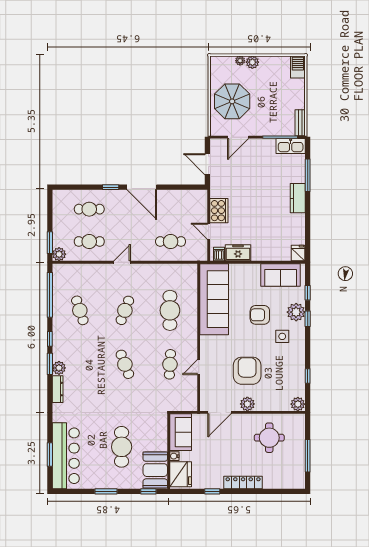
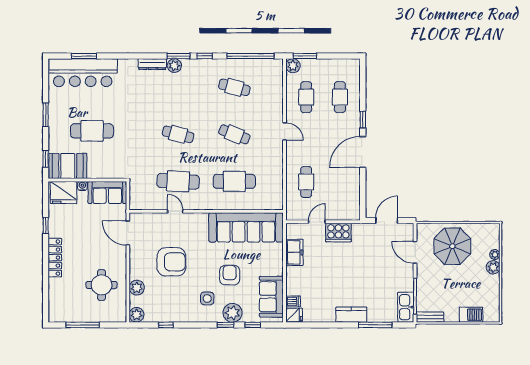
barbecue: (298, 67) -> (471, 315), moved
dishwasher: (219, 254) -> (293, 301), moved
cafe table: (80, 310) -> (234, 87), turned 33
cafe table: (125, 364) -> (178, 134), turned 36
cafe table: (170, 364) -> (178, 181), width x1.37, depth x1.35
plant: (247, 404) -> (137, 288), moved

